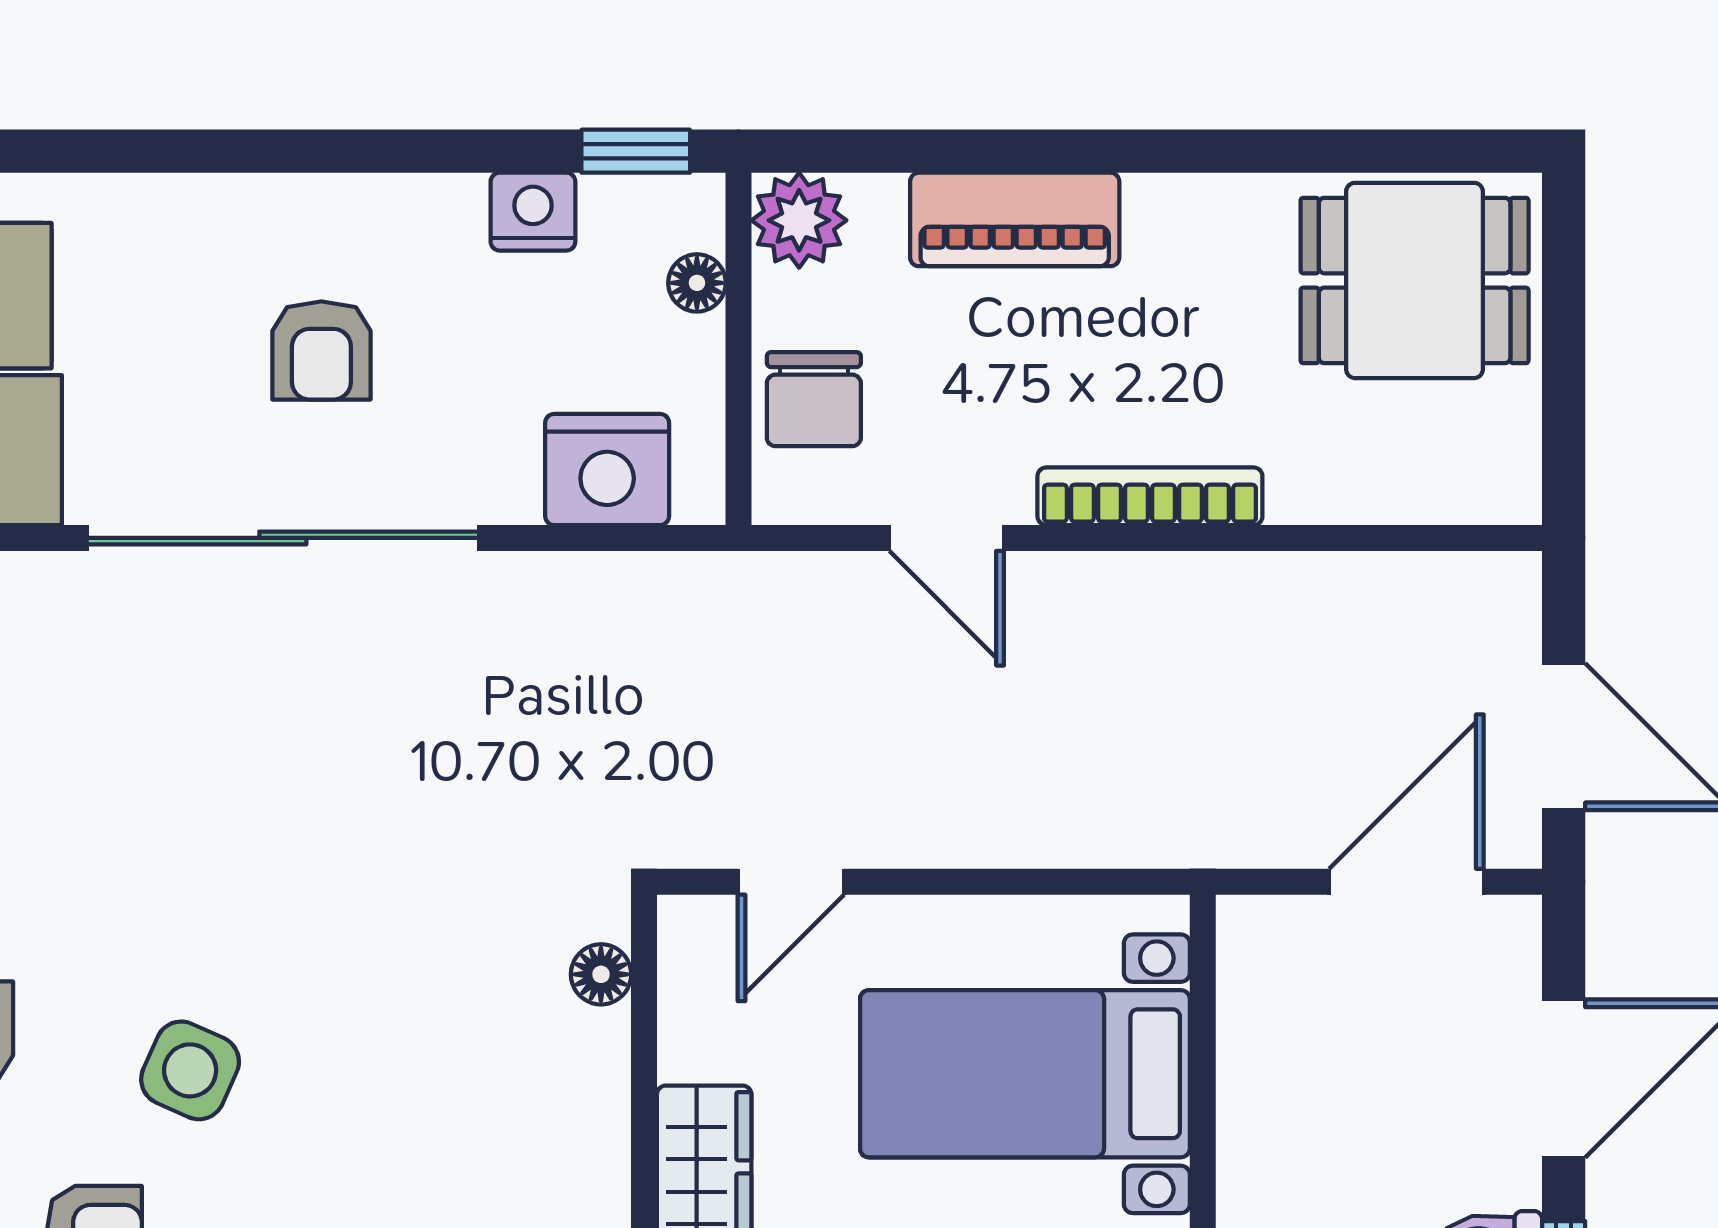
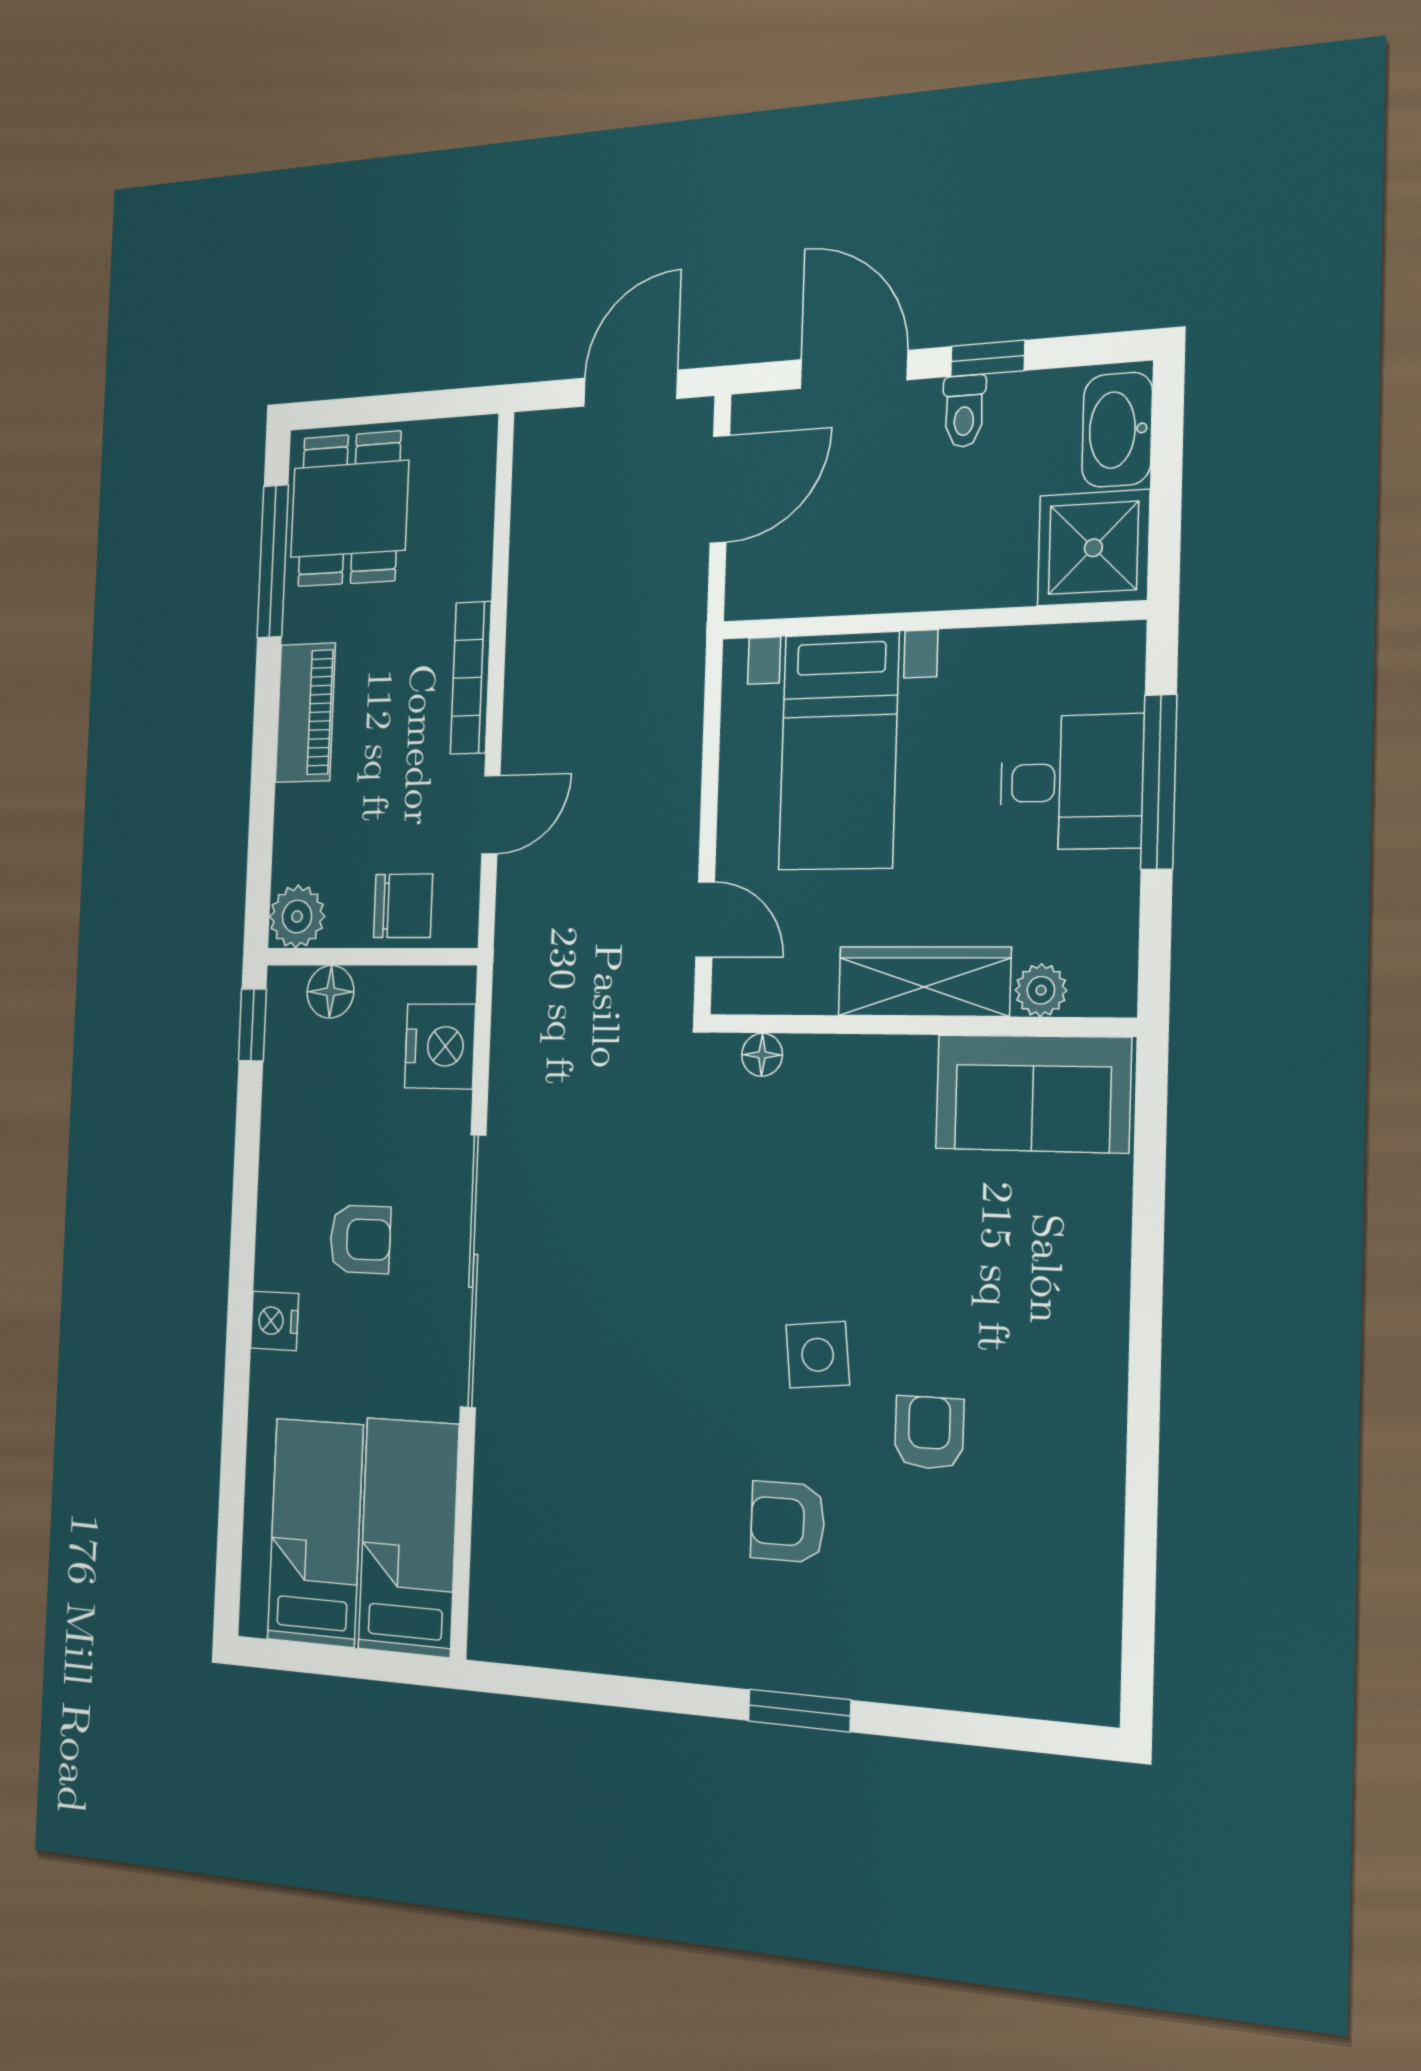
window: (1342, 151) -> (273, 561), added
nightstand: (533, 212) -> (275, 1321), moved
piano: (1015, 219) -> (305, 713), moved
floor lamp: (697, 283) -> (330, 992), width x1.37, depth x1.37
door: (1406, 882) -> (720, 489), swing flipped
side table: (190, 1070) -> (818, 1355), turned -30

